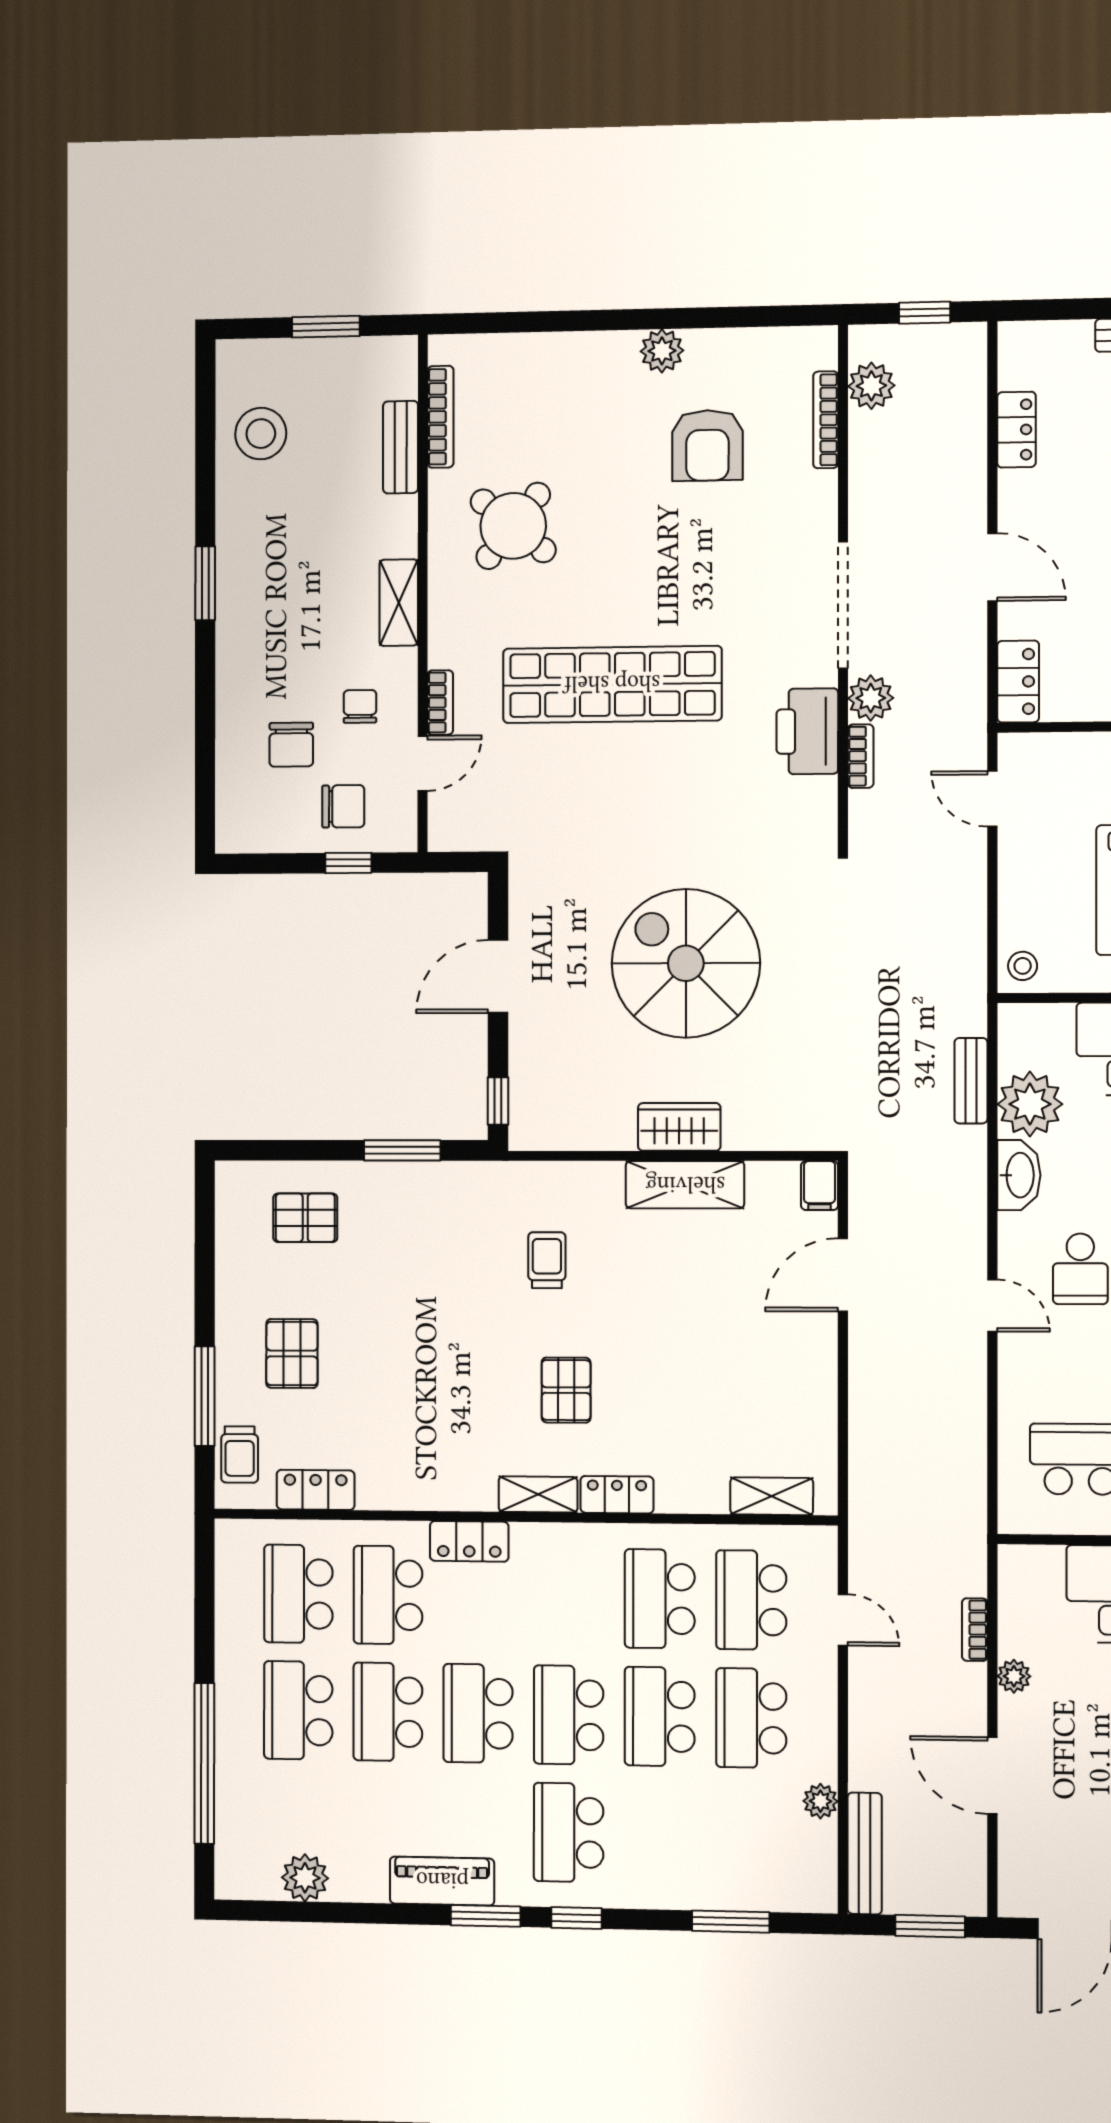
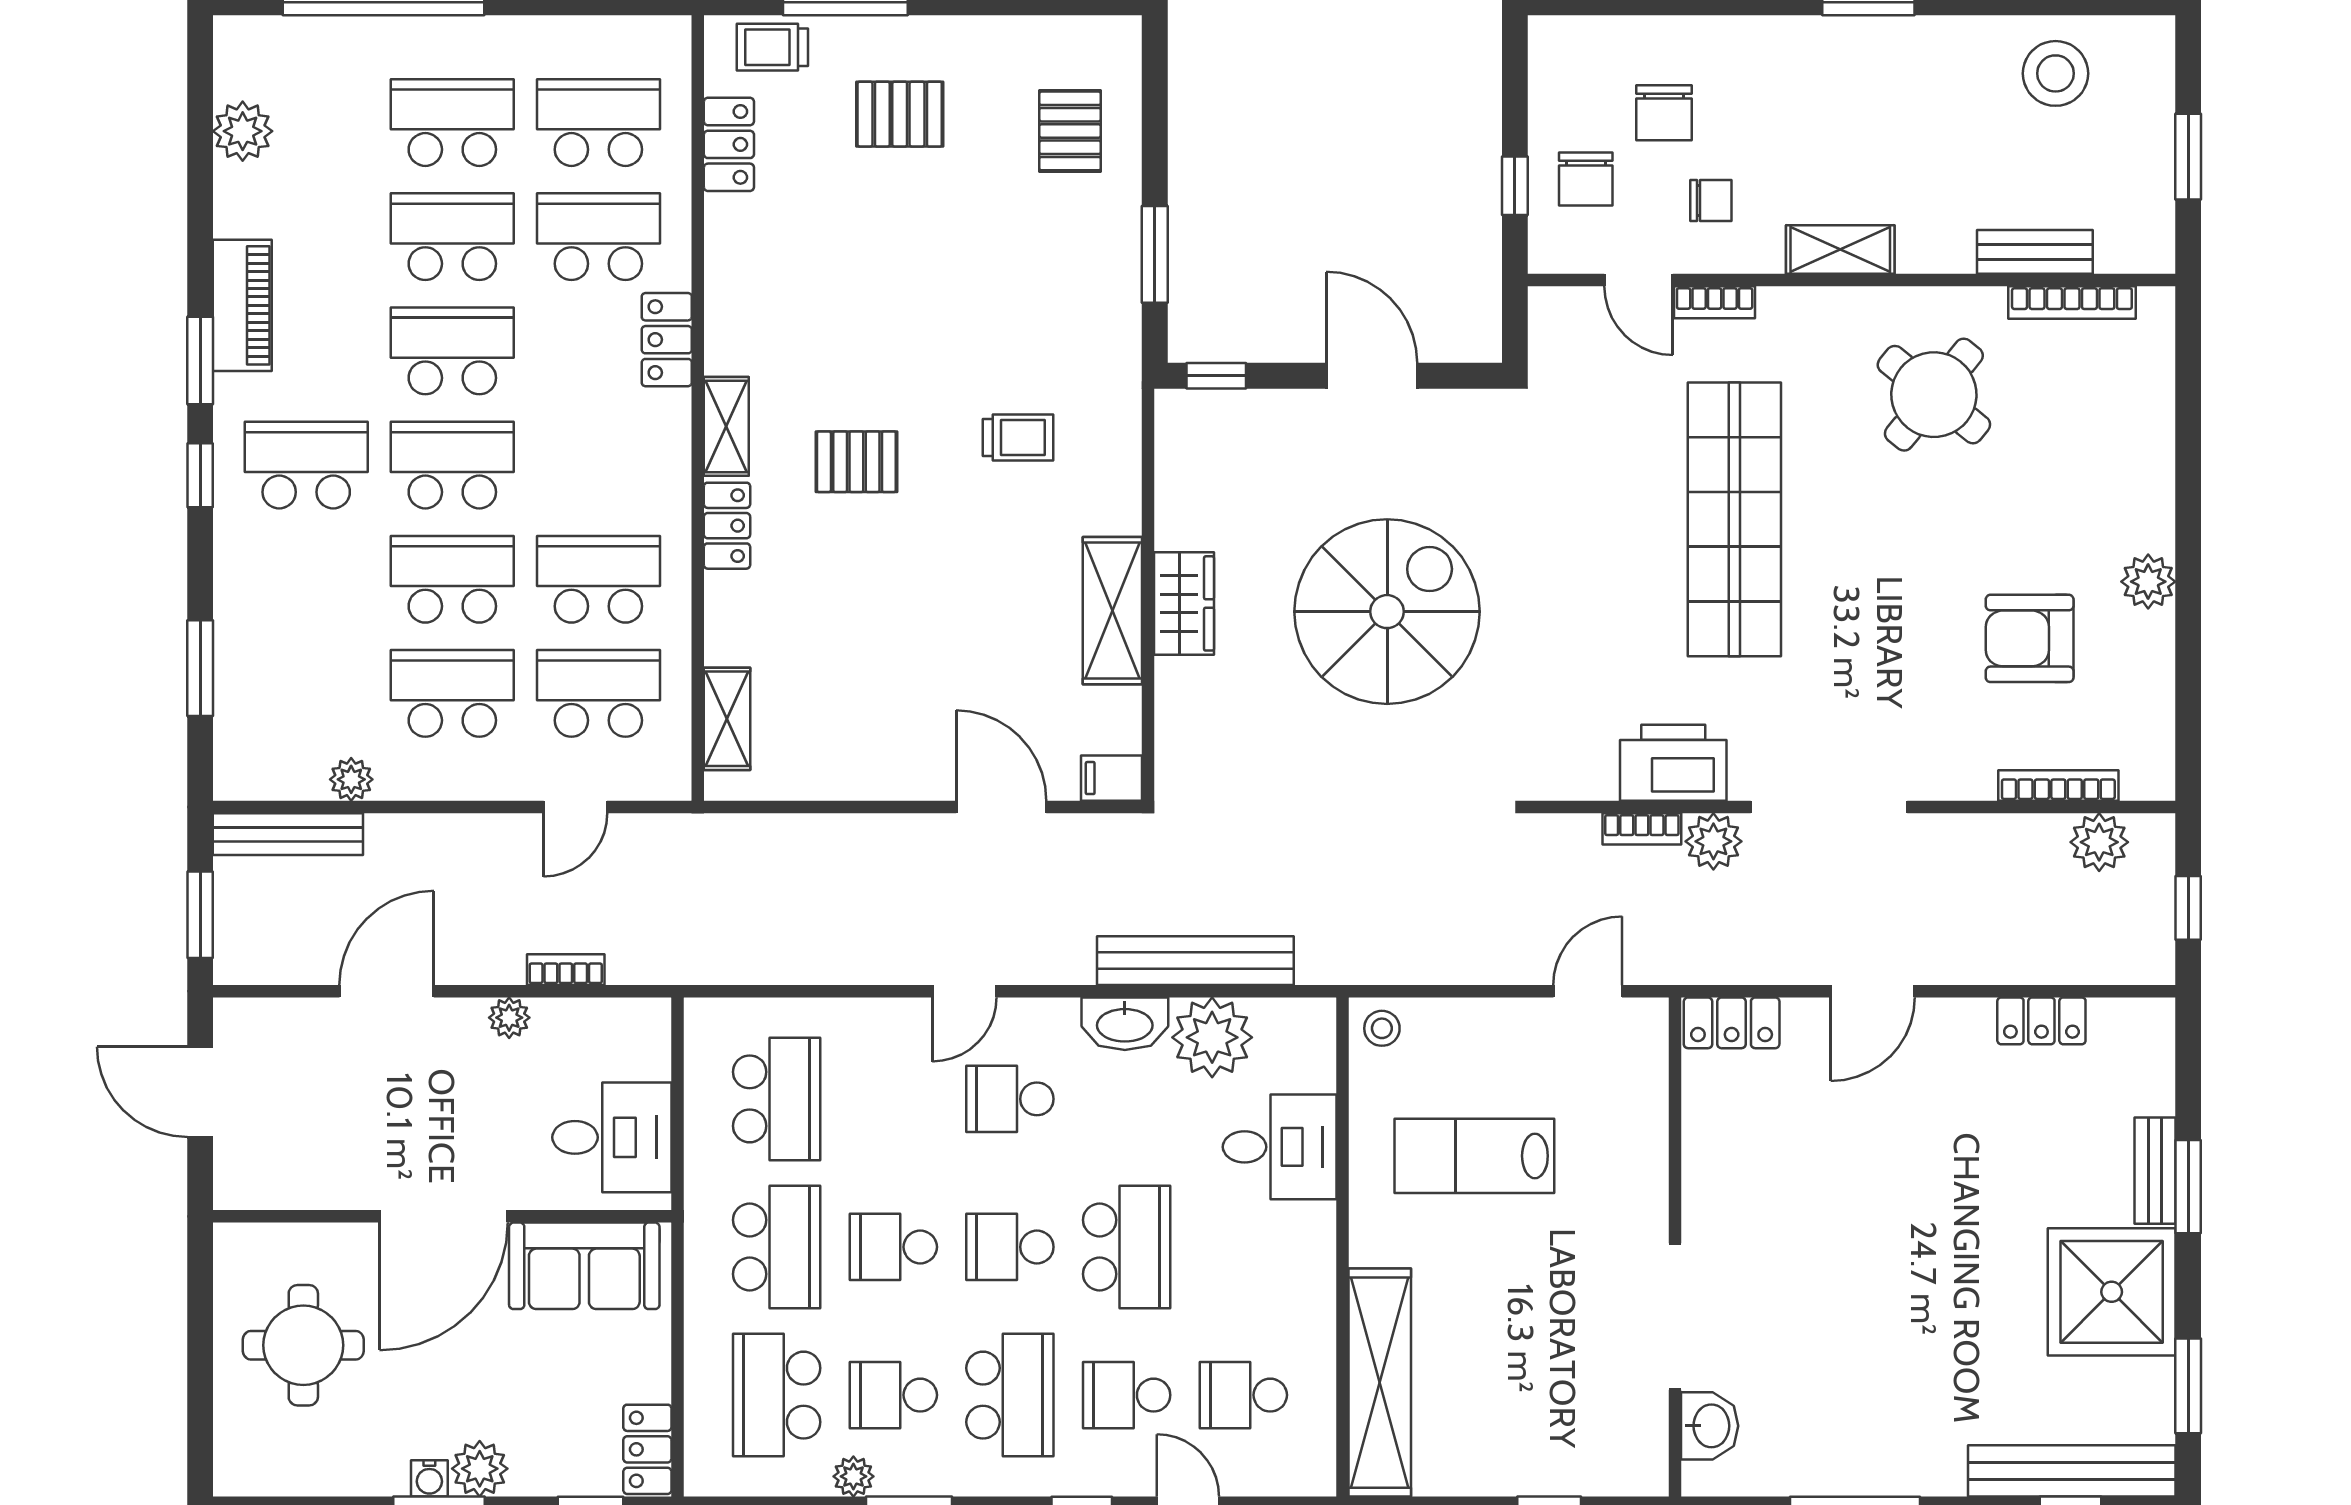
chair: (291, 745) -> (1664, 113), turned -90
bench: (971, 1081) -> (1195, 961), width x1.86, depth x1.21

